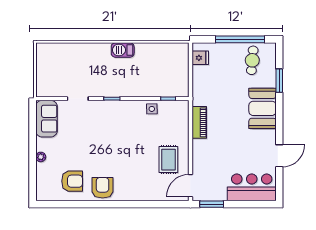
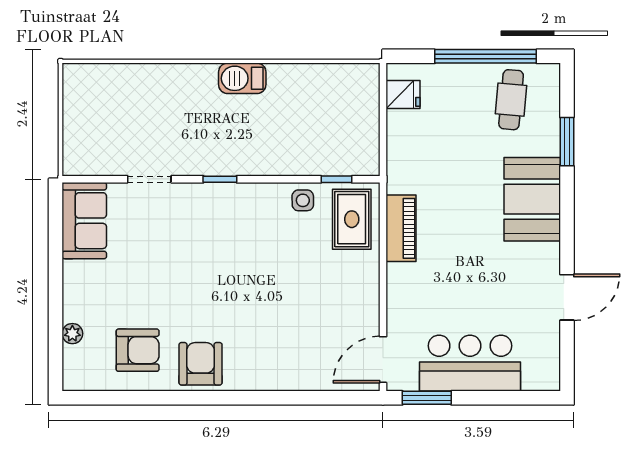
plant: (41, 157) -> (72, 334), moved
rug: (168, 160) -> (352, 219), moved
bar counter: (252, 187) -> (470, 363), moved

